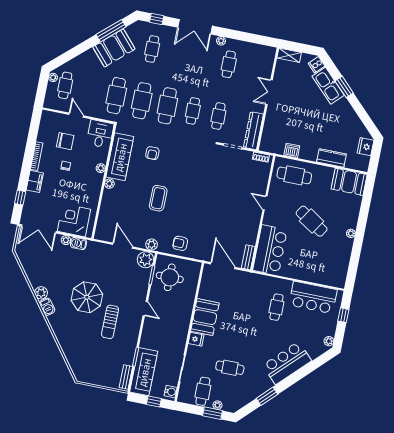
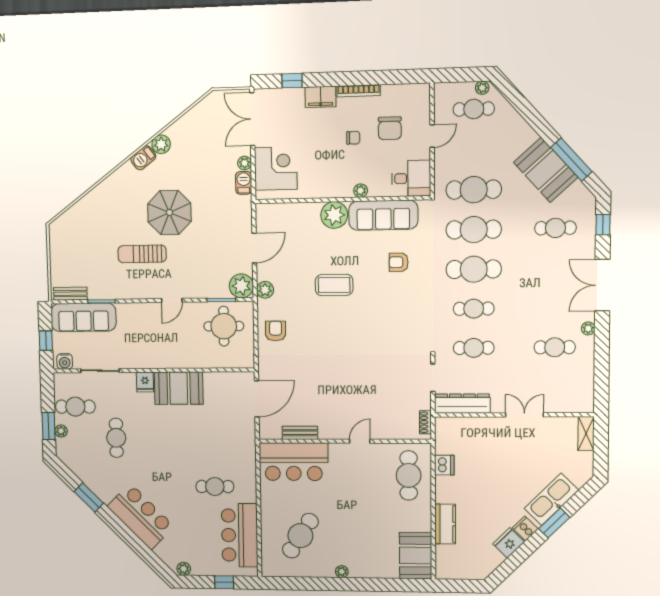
cooker: (317, 65) -> (525, 528), moved
fridge: (365, 147) -> (509, 543), moved, turned -45
plant: (109, 184) -> (334, 215), width x1.87, depth x1.87
cafe table: (312, 221) -> (300, 536), moved
bench: (248, 257) -> (300, 433), moved

